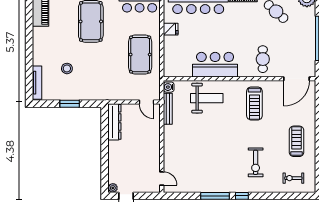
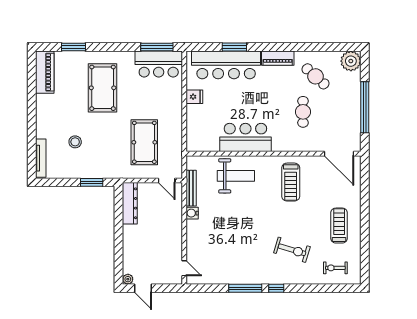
pool table: (140, 55) -> (144, 142), moved
cafe table: (263, 59) -> (303, 112), moved
door: (297, 79) -> (339, 154), hinge flipped
water cooler: (169, 87) -> (192, 213), moved
window: (70, 104) -> (92, 182), moved
exercise bike: (256, 162) -> (292, 250), turned -73

